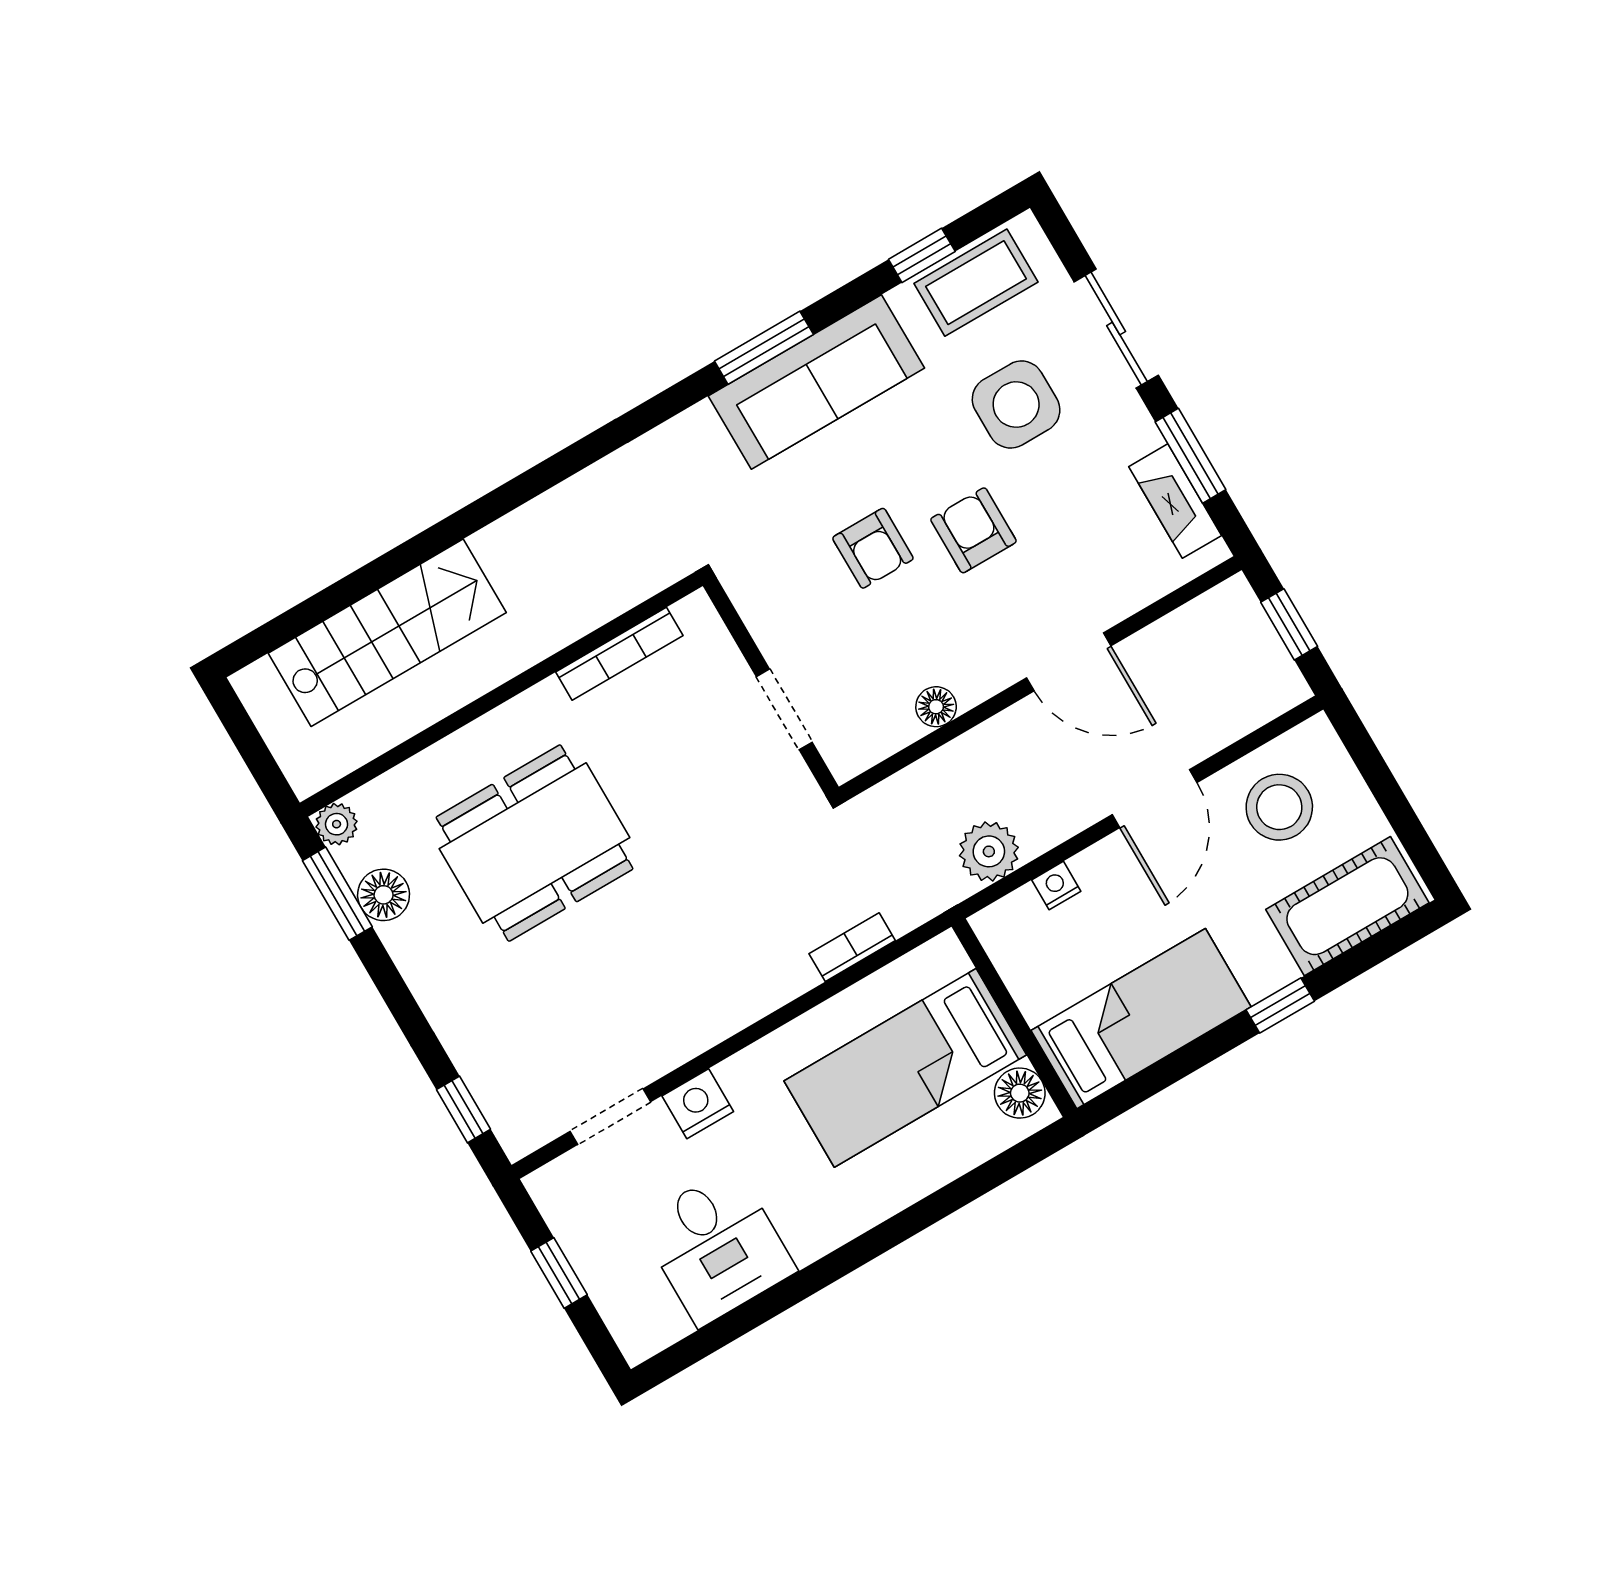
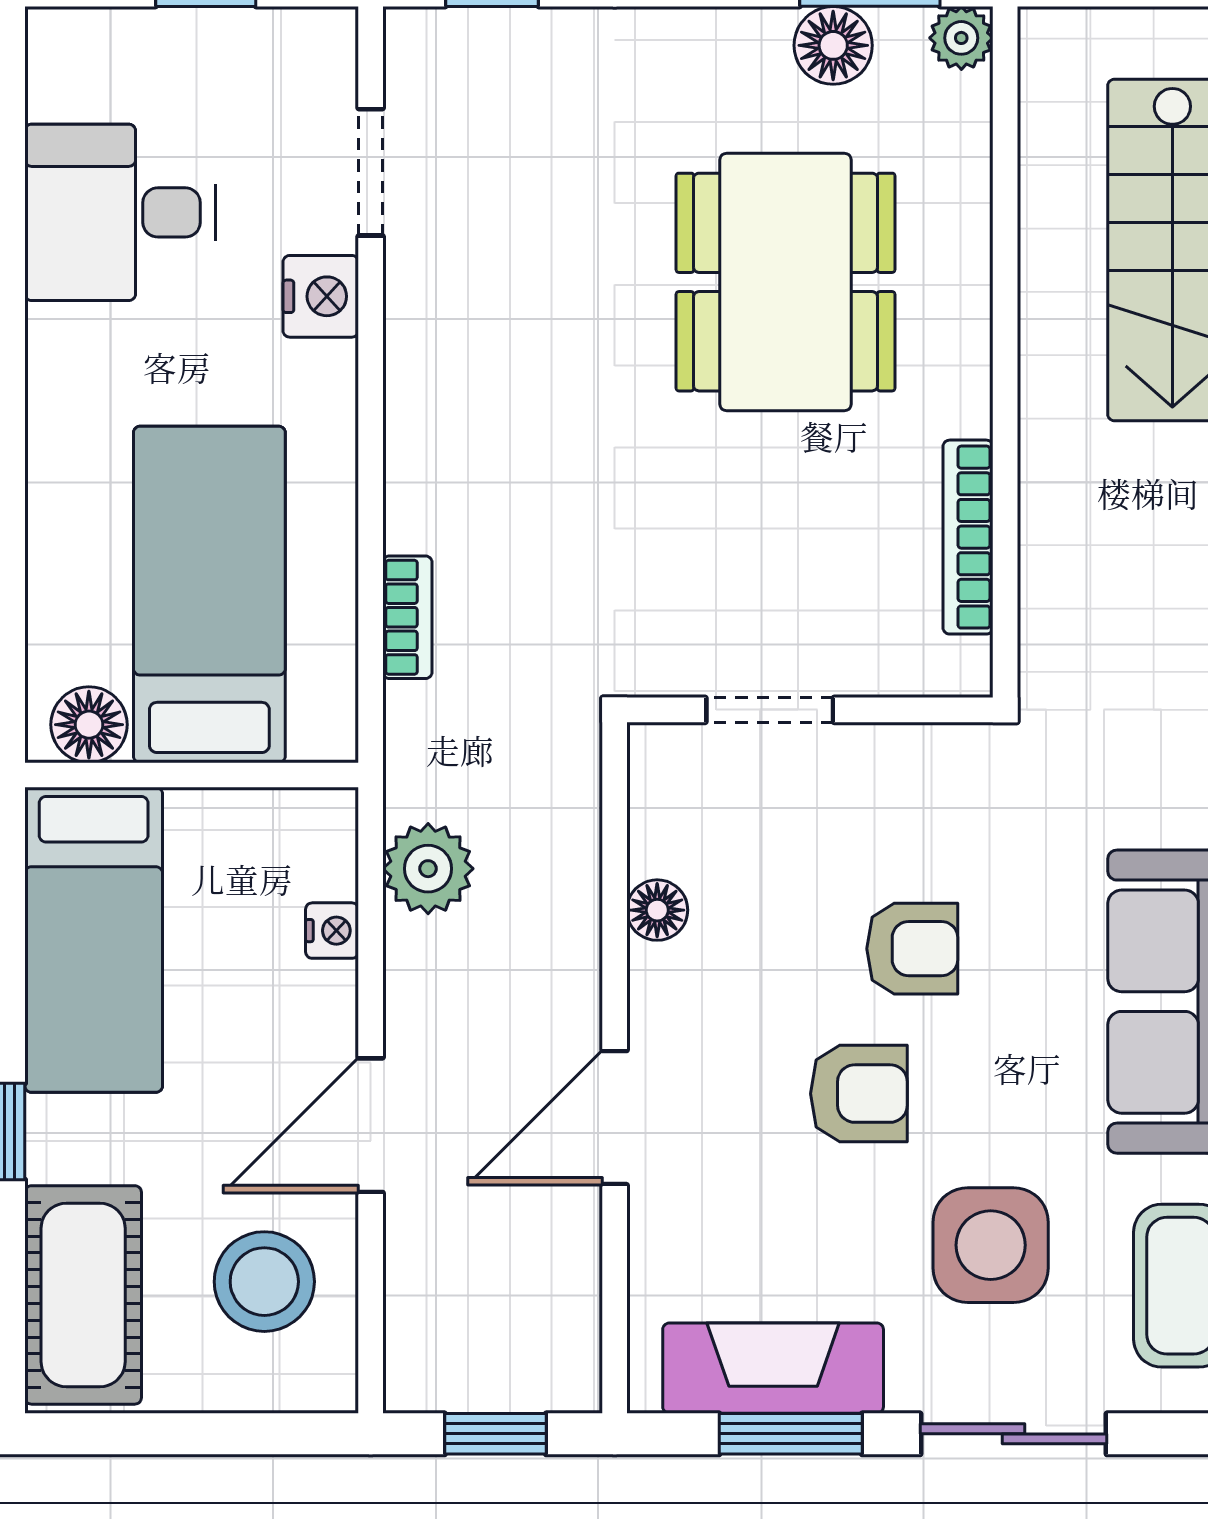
fireplace: (1175, 501) -> (773, 1368), width x1.37, depth x1.32
armchair: (873, 548) -> (912, 949), turned 180
door: (1154, 799) -> (371, 1125), hinge flipped

